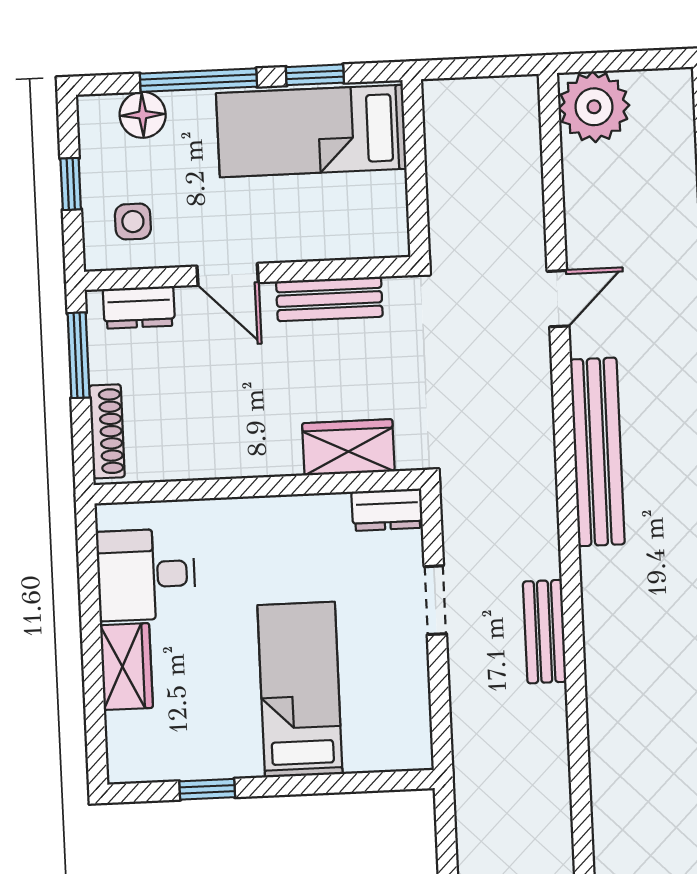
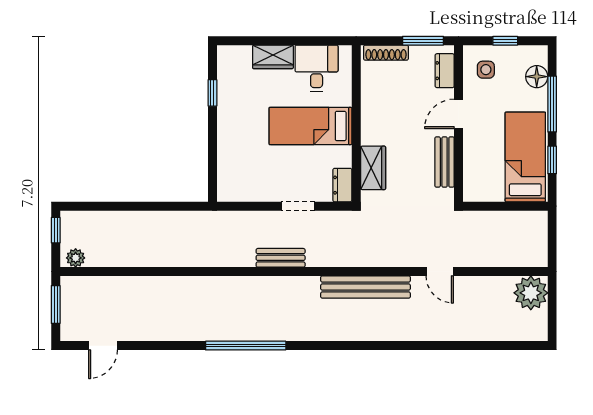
bed: (300, 690) -> (310, 126), moved, turned 180

